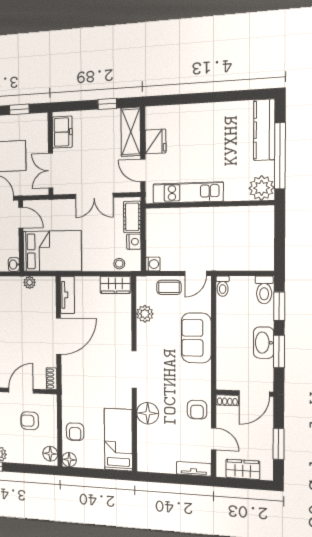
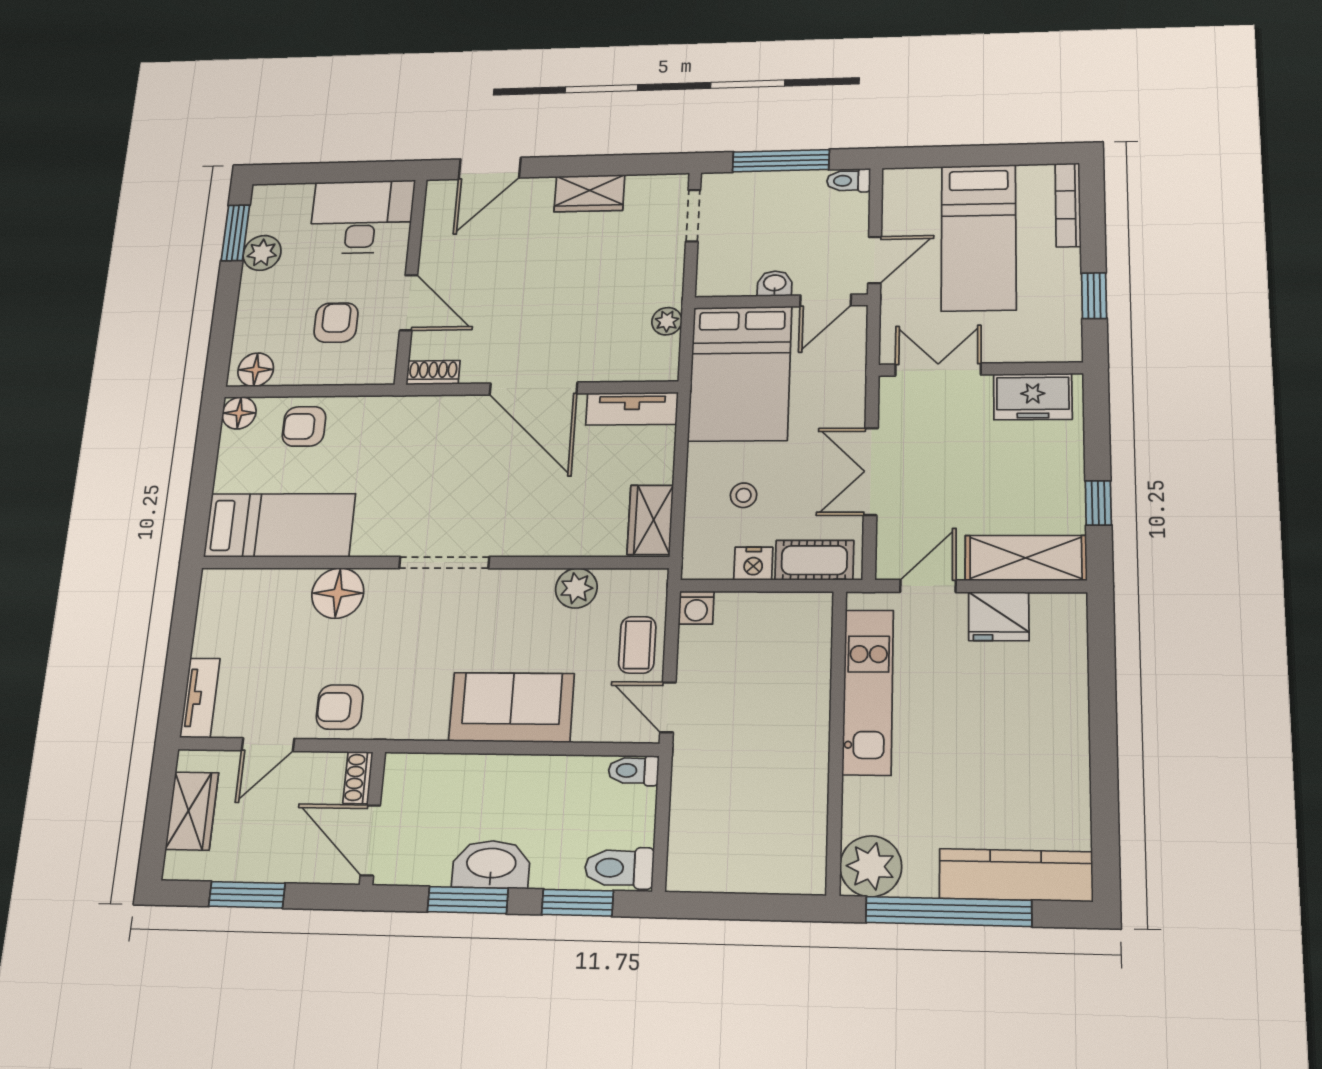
stool: (119, 264) -> (744, 495), moved
washbasin: (14, 265) -> (775, 284), moved

